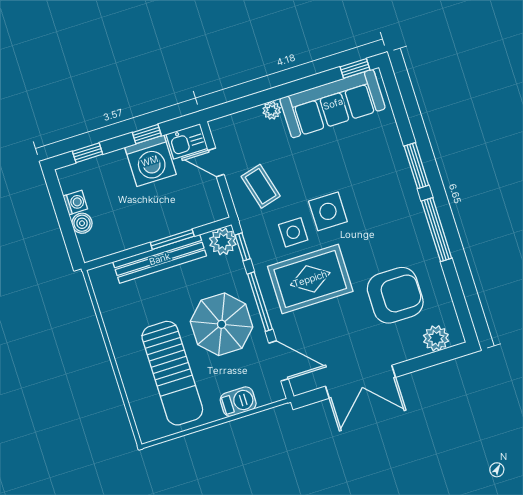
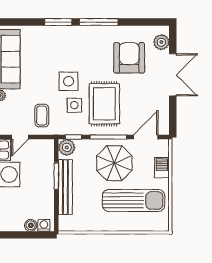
coffee table: (261, 186) -> (42, 116), turned -75
washing machine: (75, 202) -> (44, 225), moved
double door: (361, 382) -> (173, 75), moved

